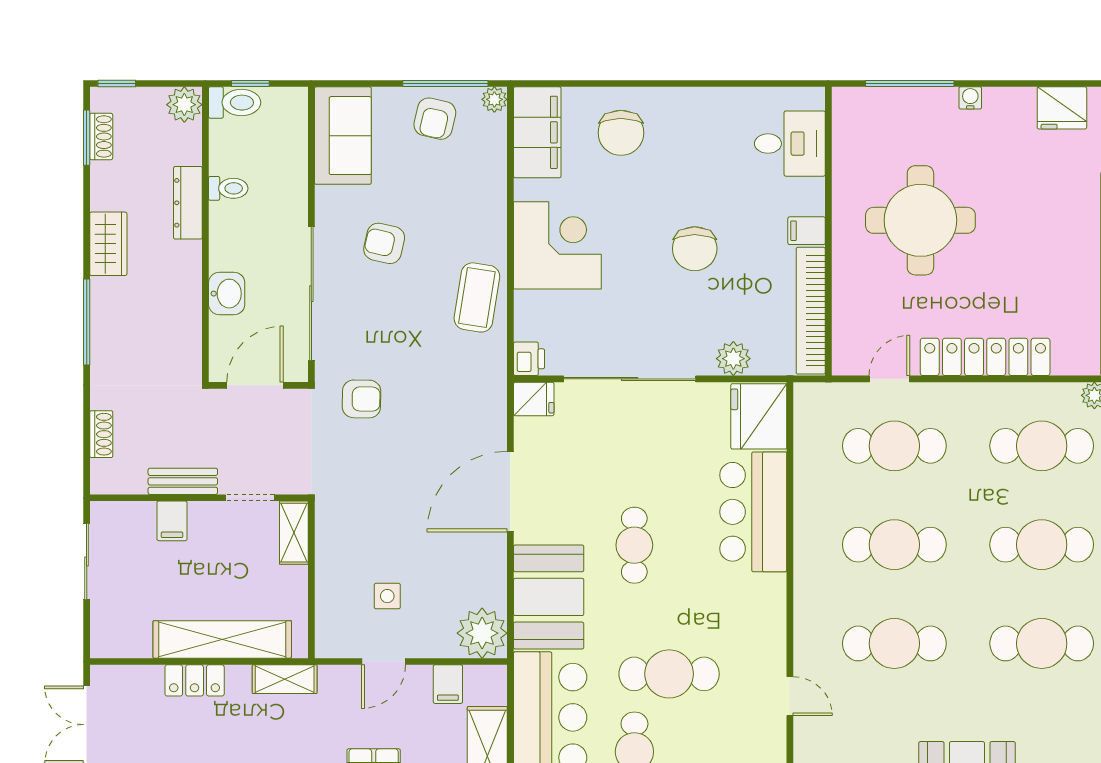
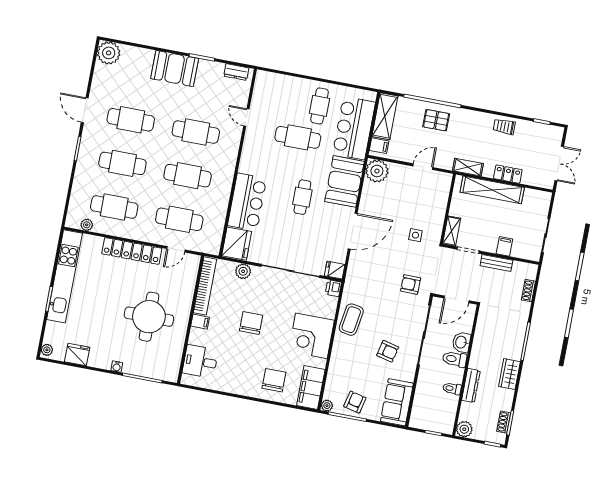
toilet: (235, 103) -> (455, 359), moved
side table: (387, 596) -> (415, 235), moved
filing cabinet: (448, 684) -> (379, 146), moved, turned 90

